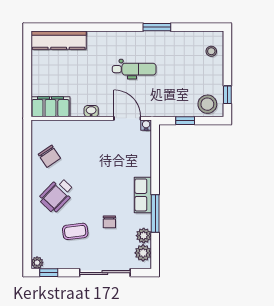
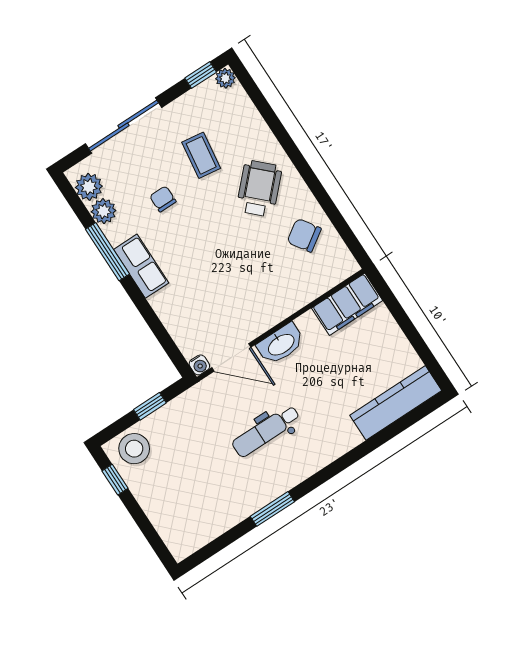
stool: (211, 51) -> (176, 525), removed
washbasin: (91, 111) -> (281, 344), width x1.91, depth x1.45
coffee table: (75, 231) -> (201, 155), turned -75

